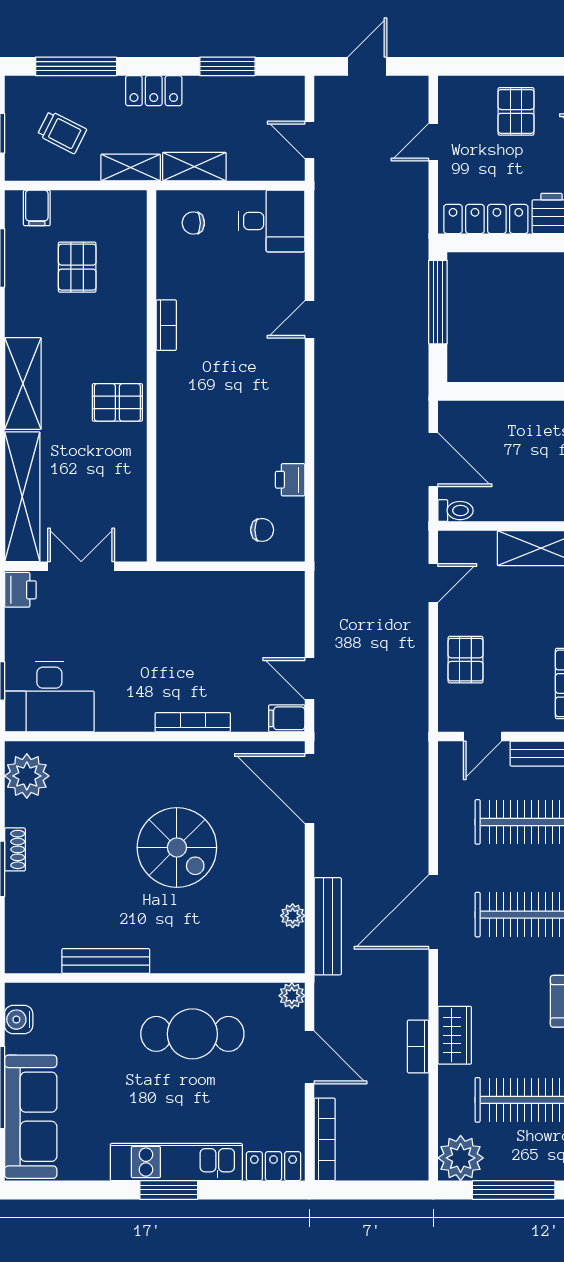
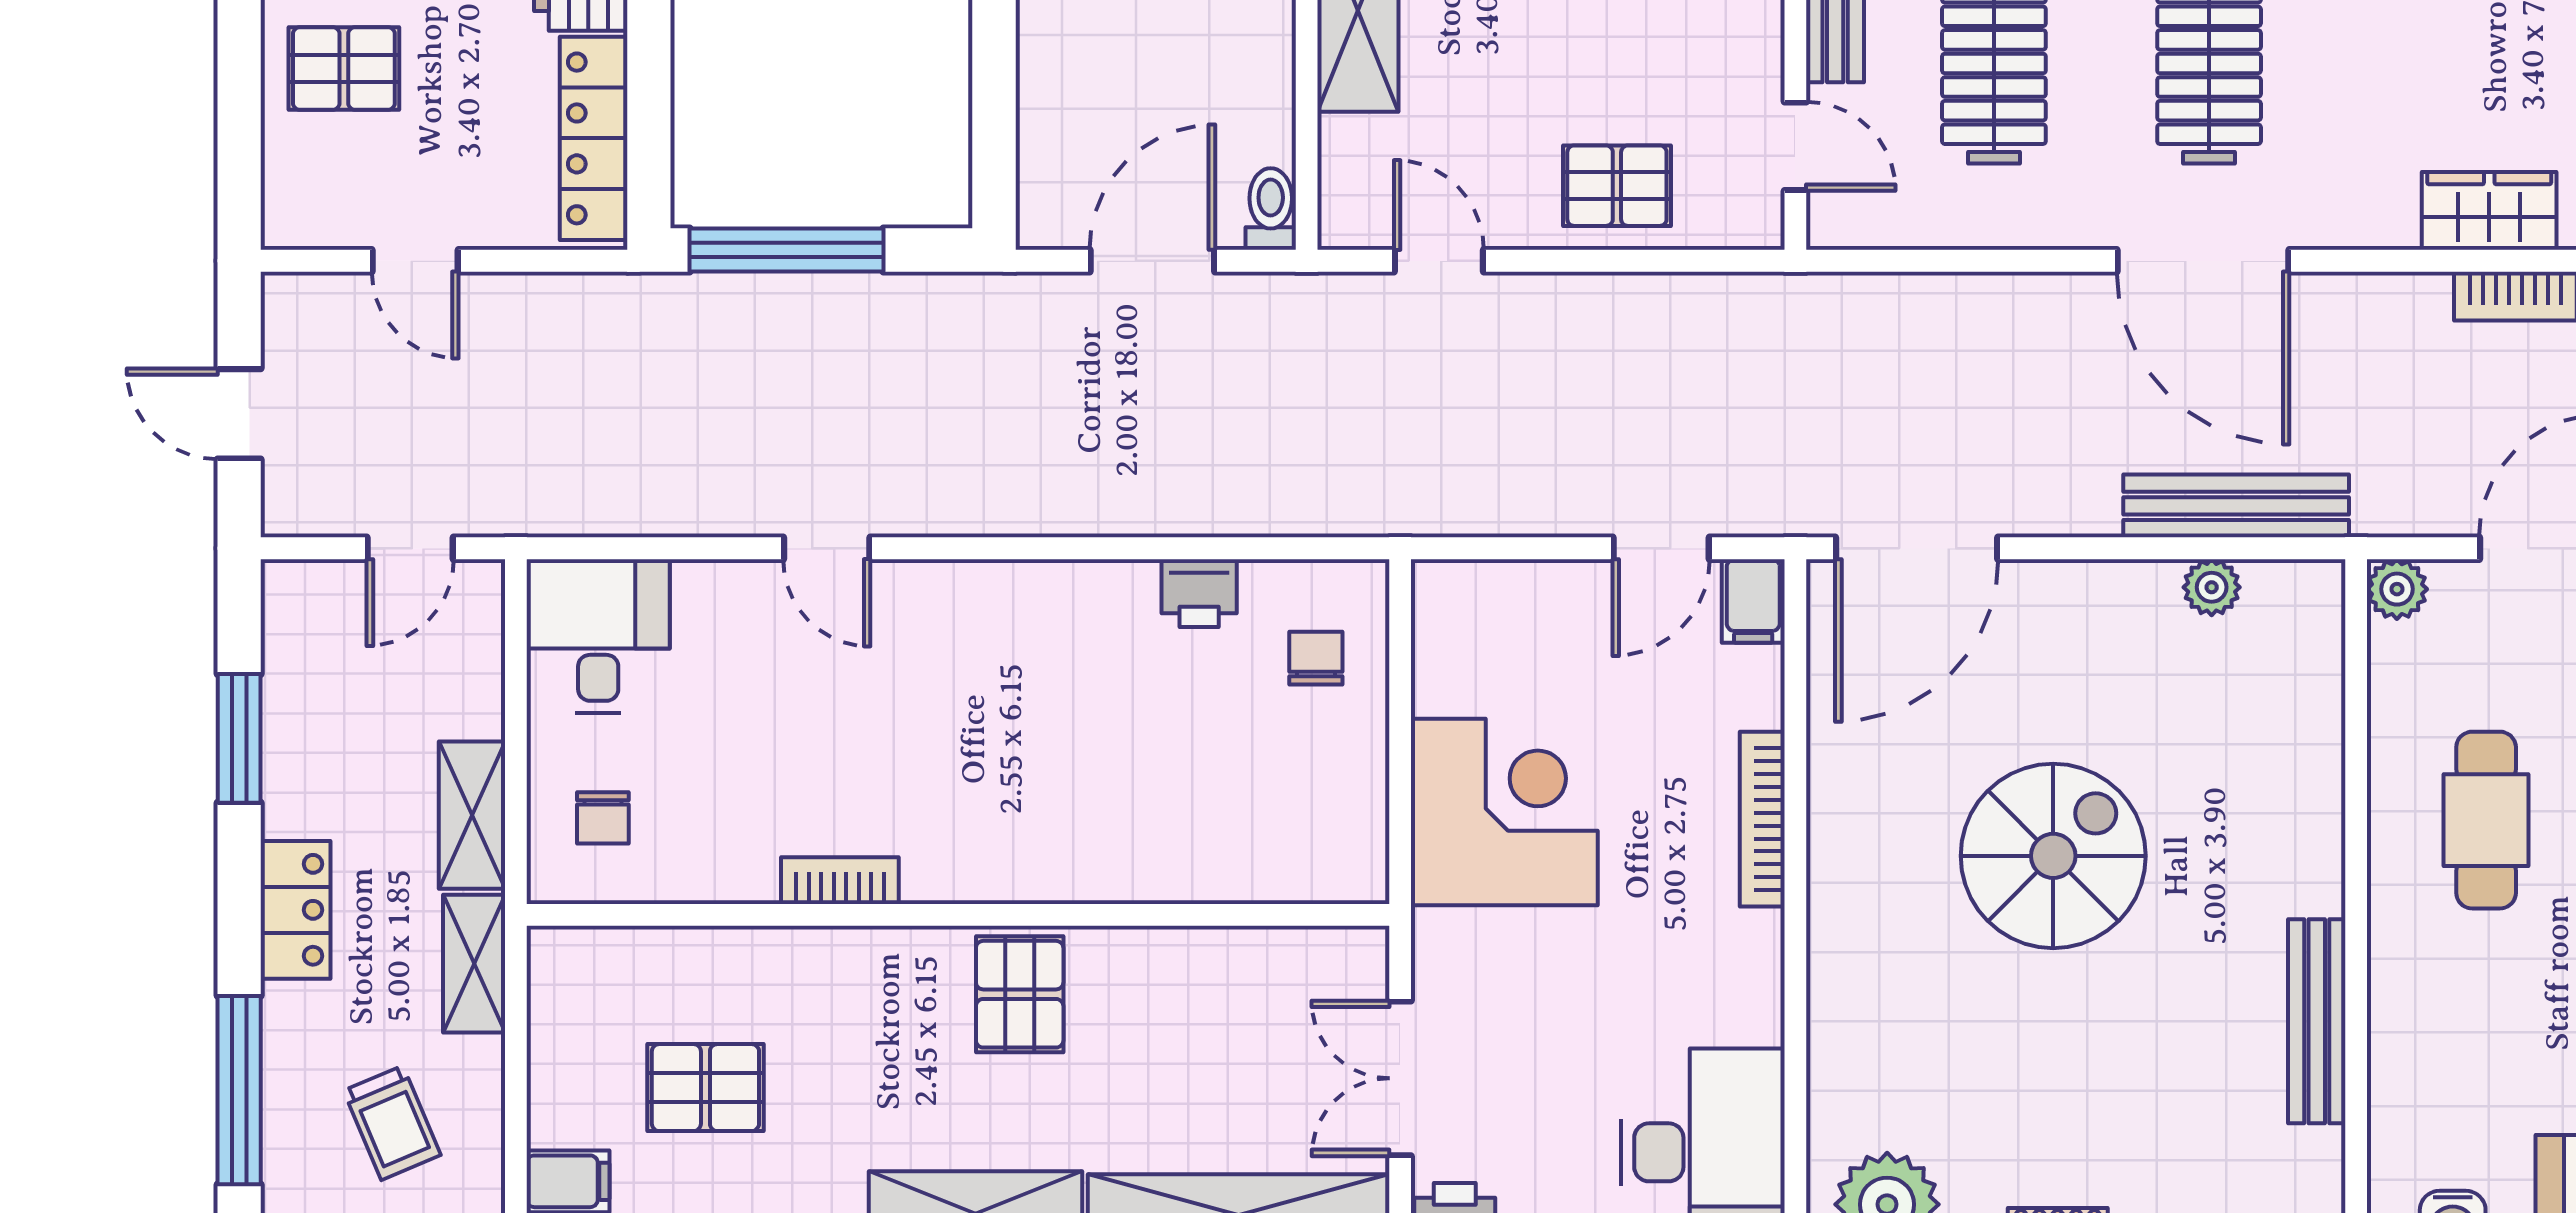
trolley: (62, 132) -> (392, 1123), turned 130
corner desk: (196, 611) -> (1504, 812), added
cafe table: (192, 1034) -> (2486, 820), width x0.73, depth x0.74

